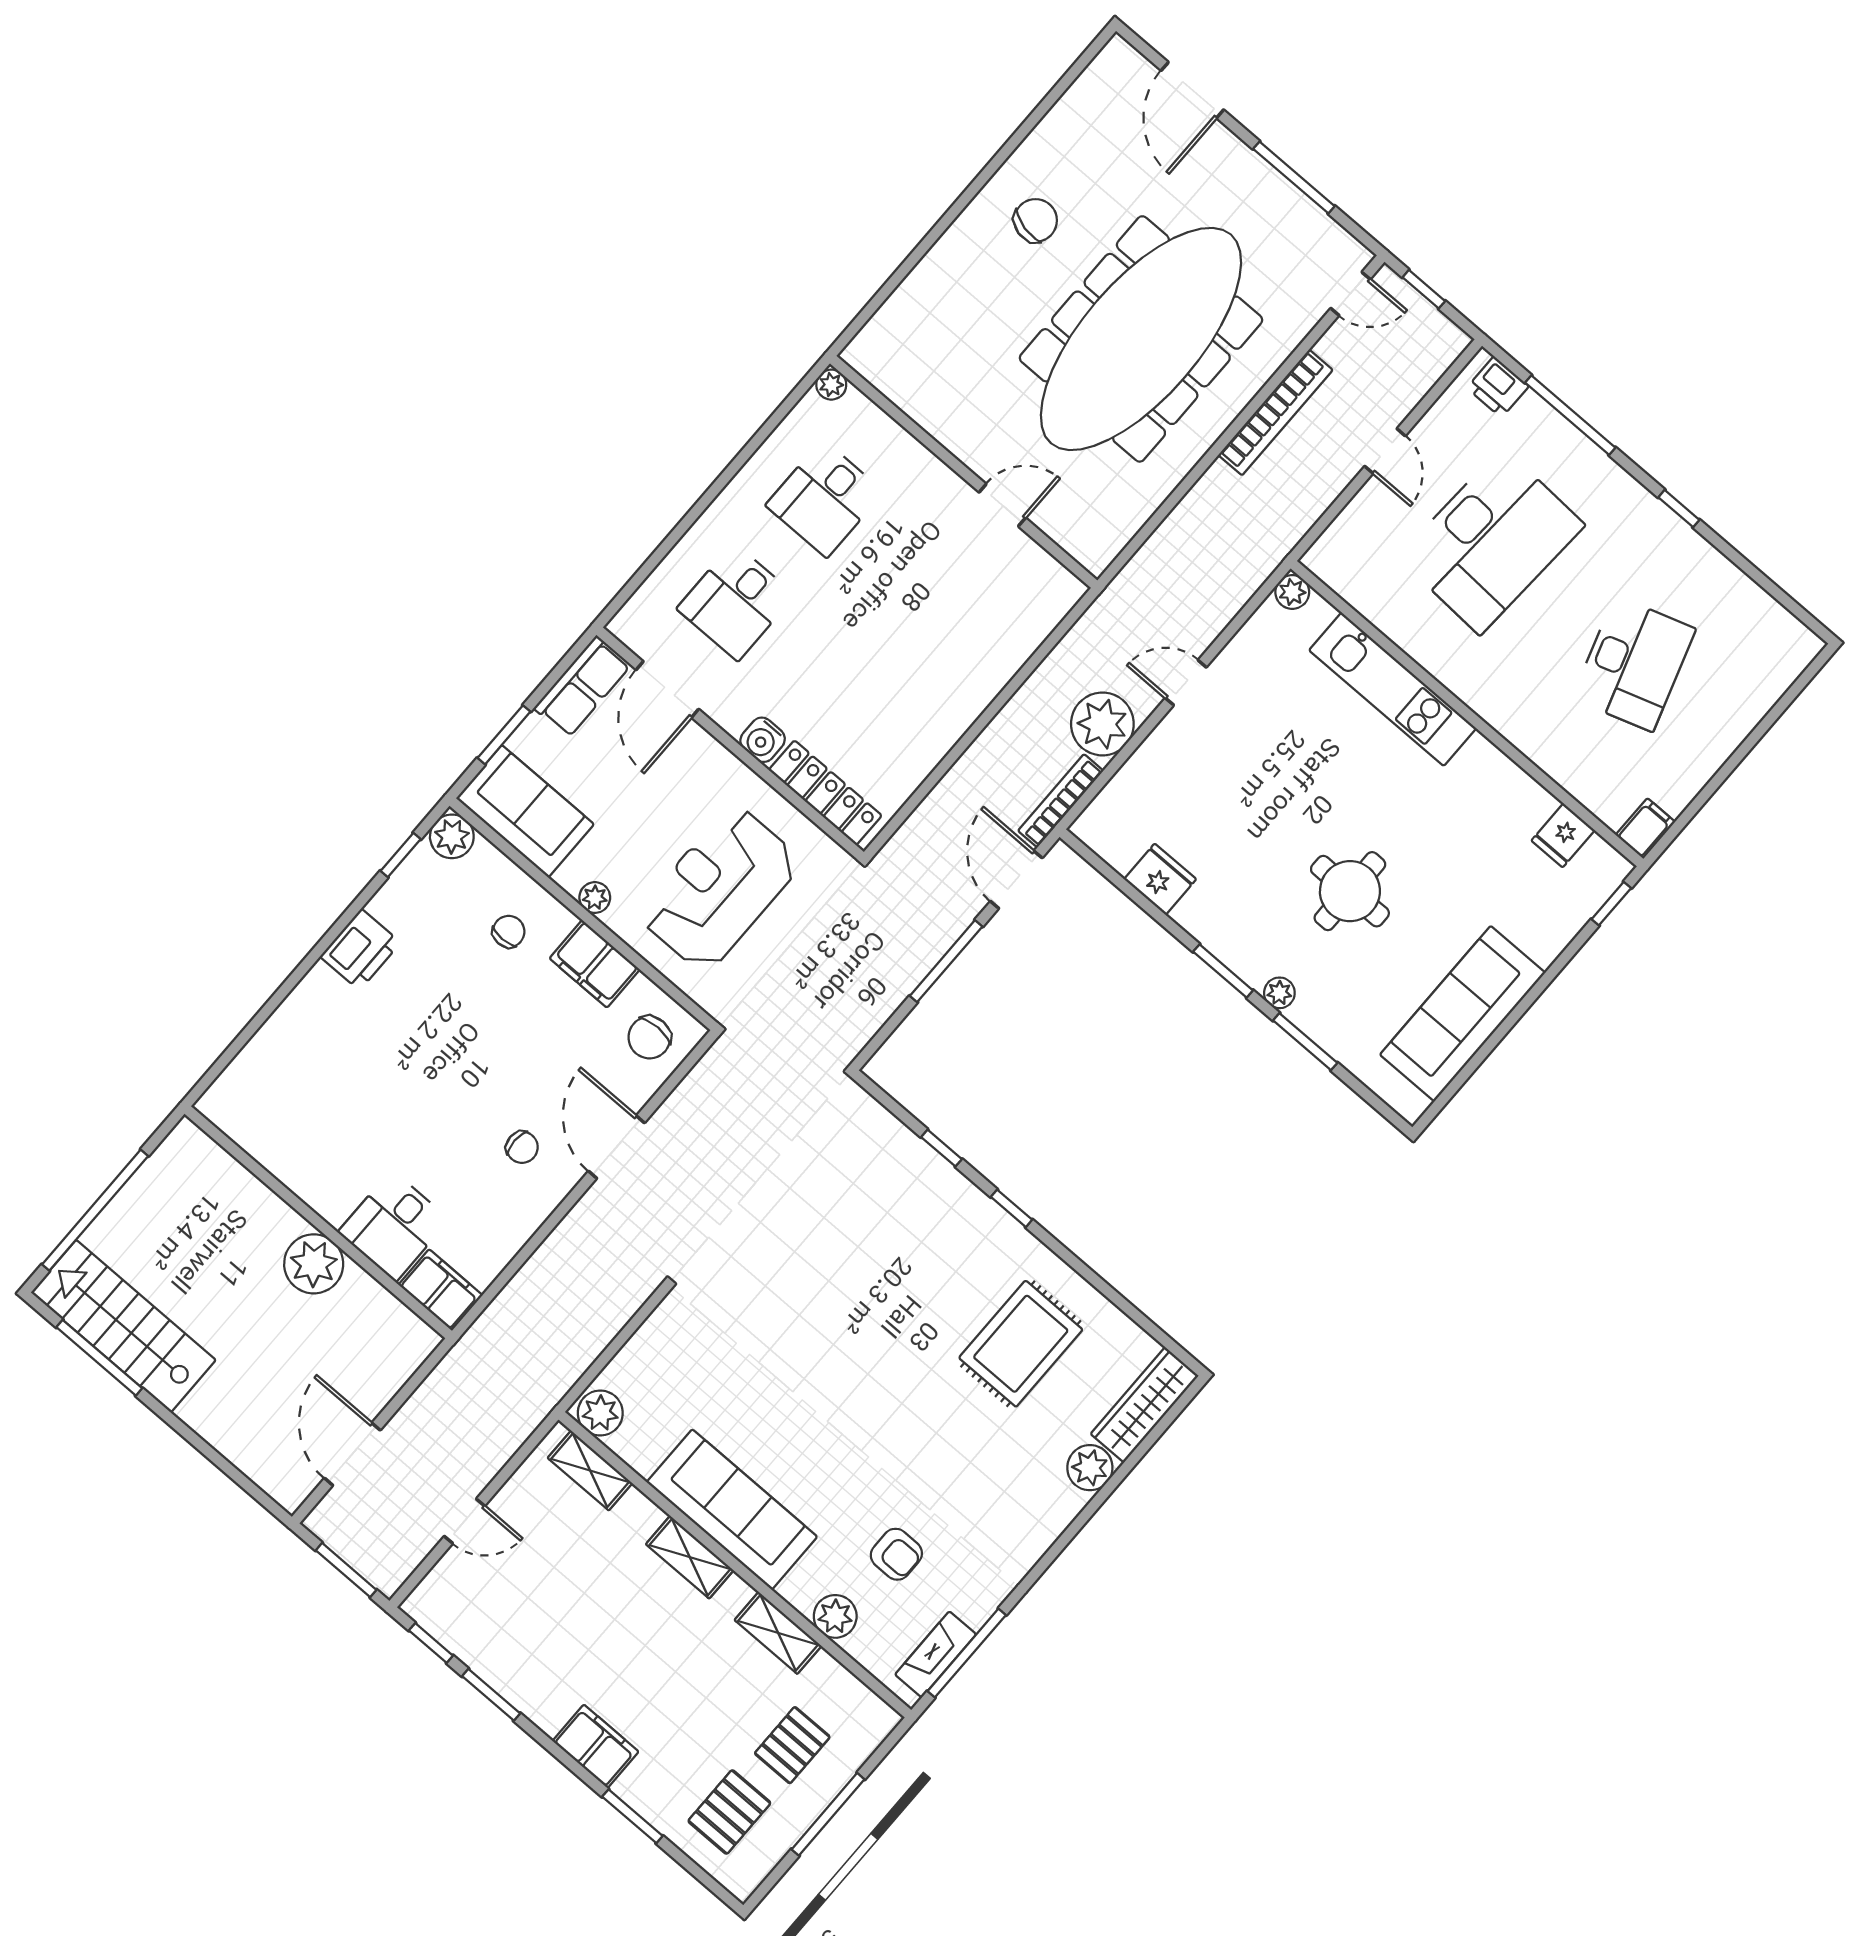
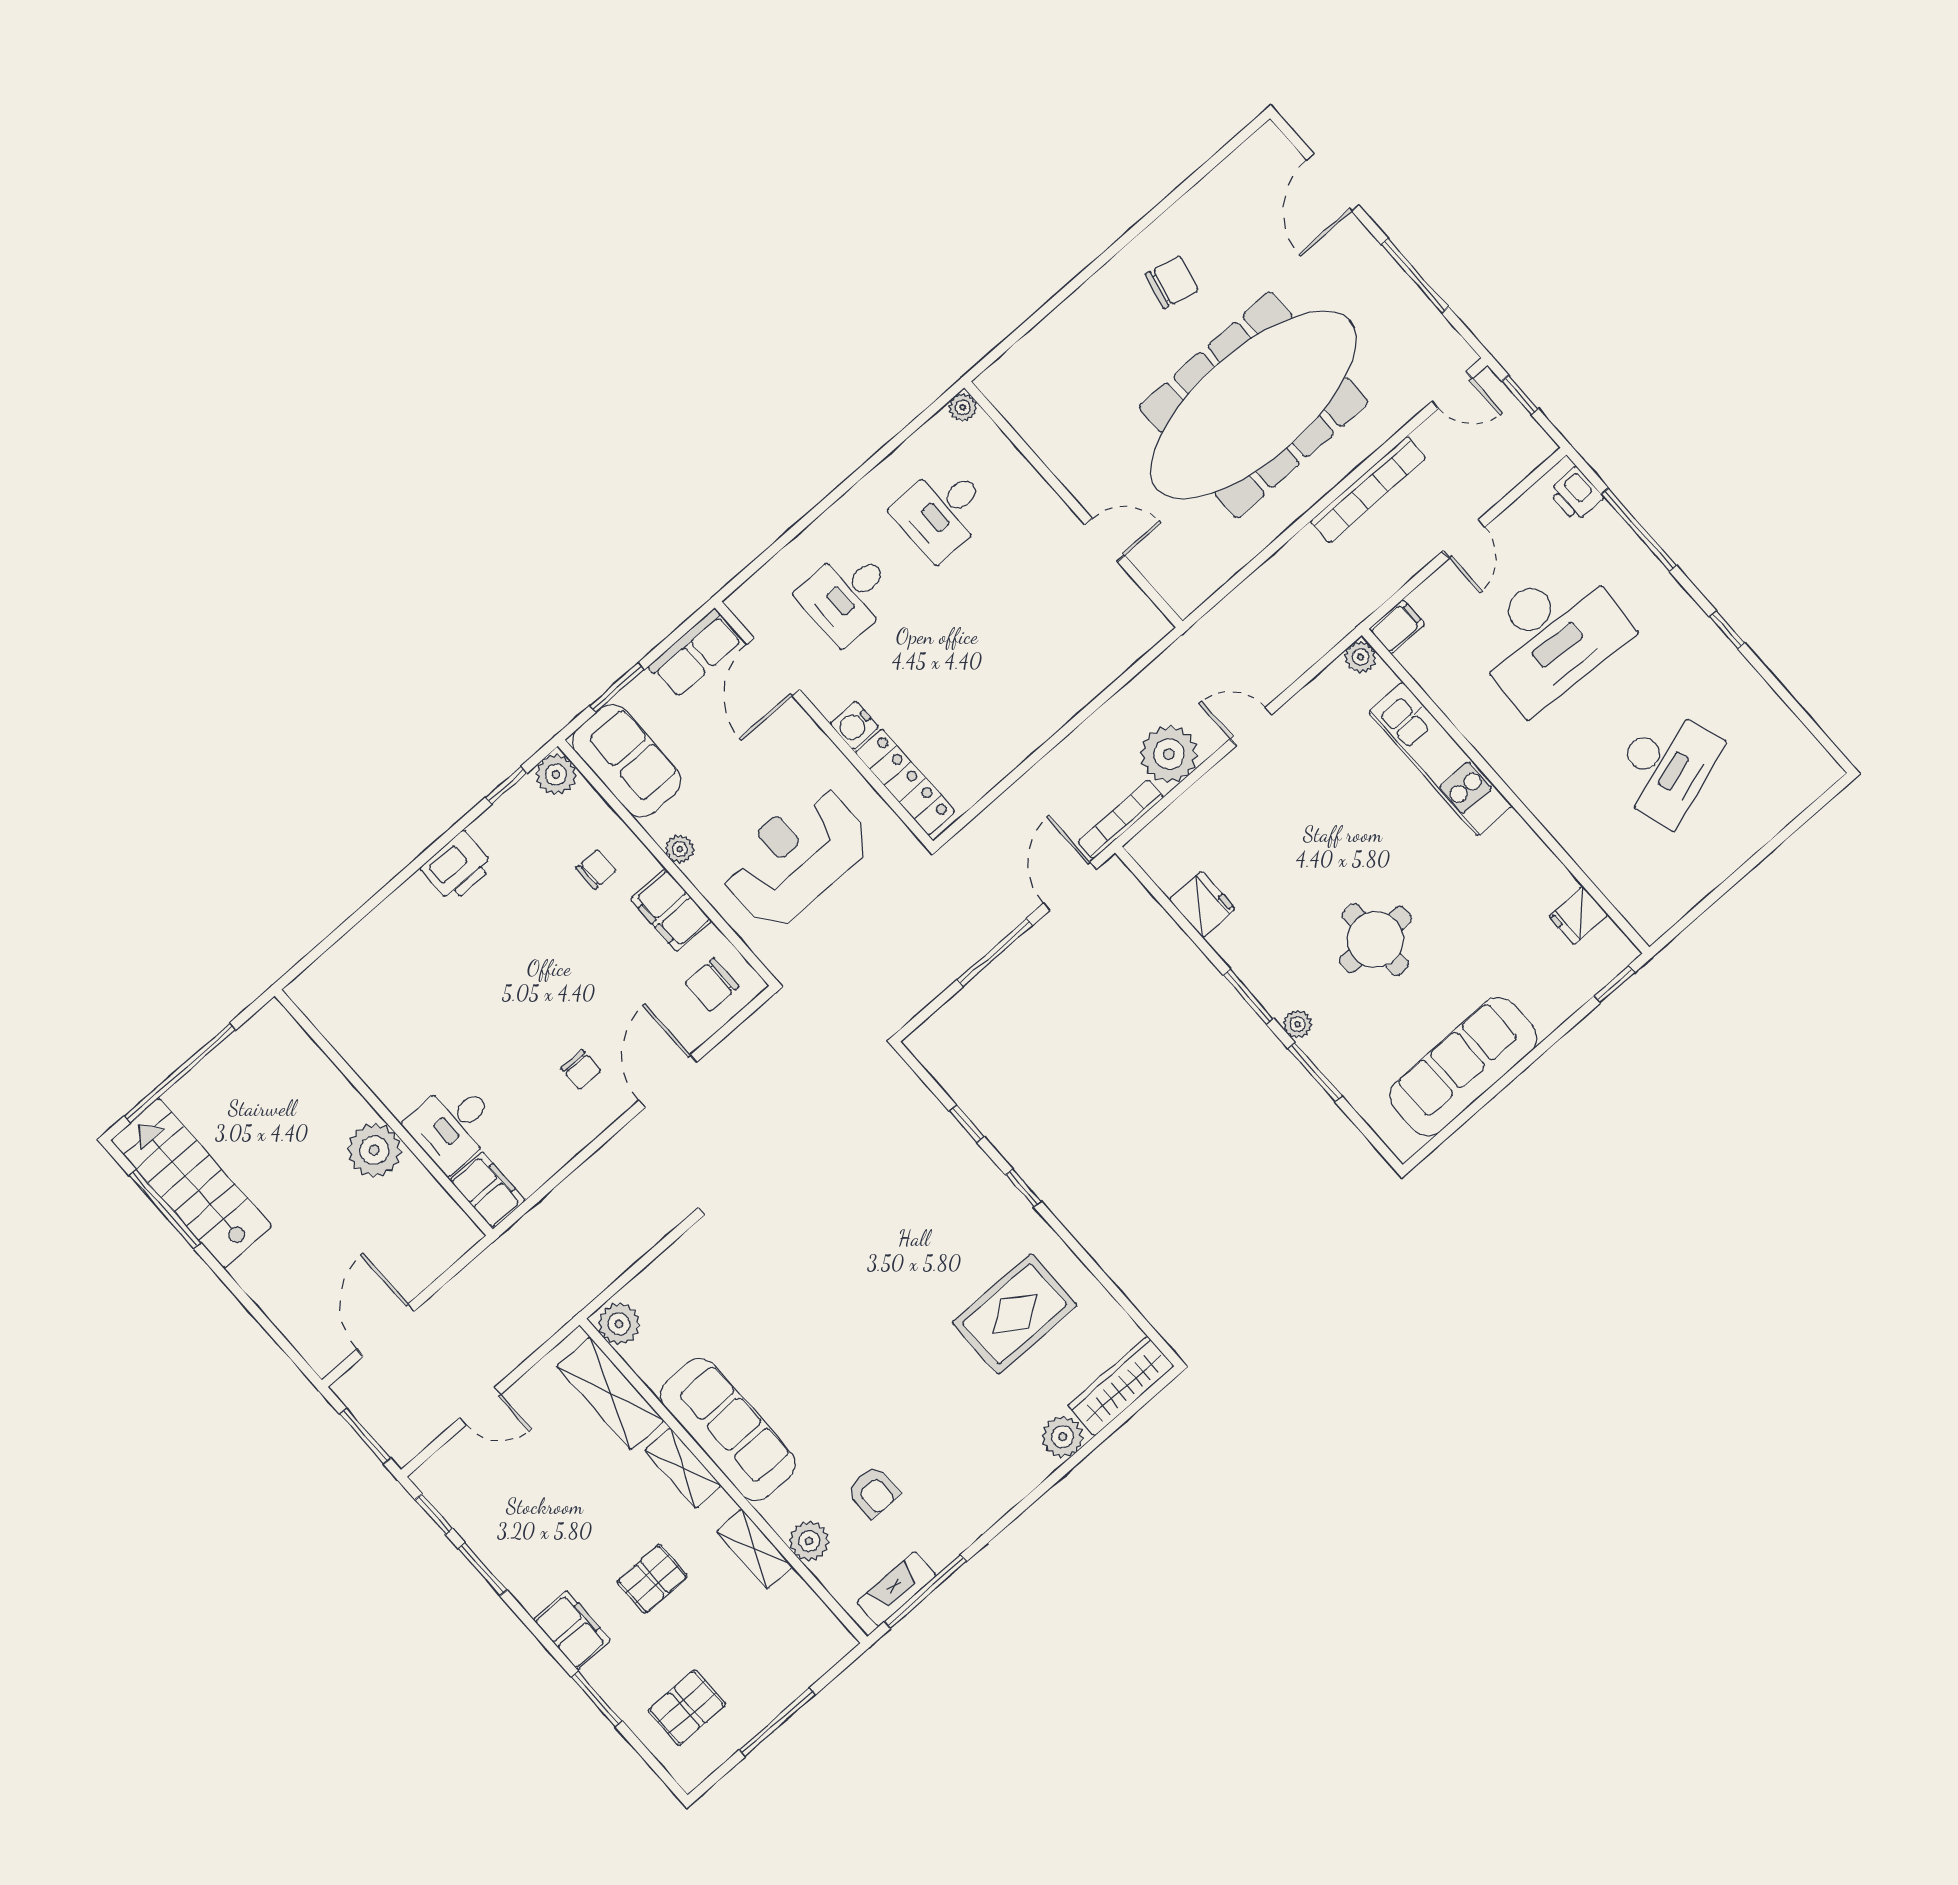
filing cabinet: (1645, 828) -> (1397, 627), moved
shelving: (590, 1470) -> (610, 1393), width x1.50, depth x1.33
pallet: (792, 1745) -> (652, 1579), moved

